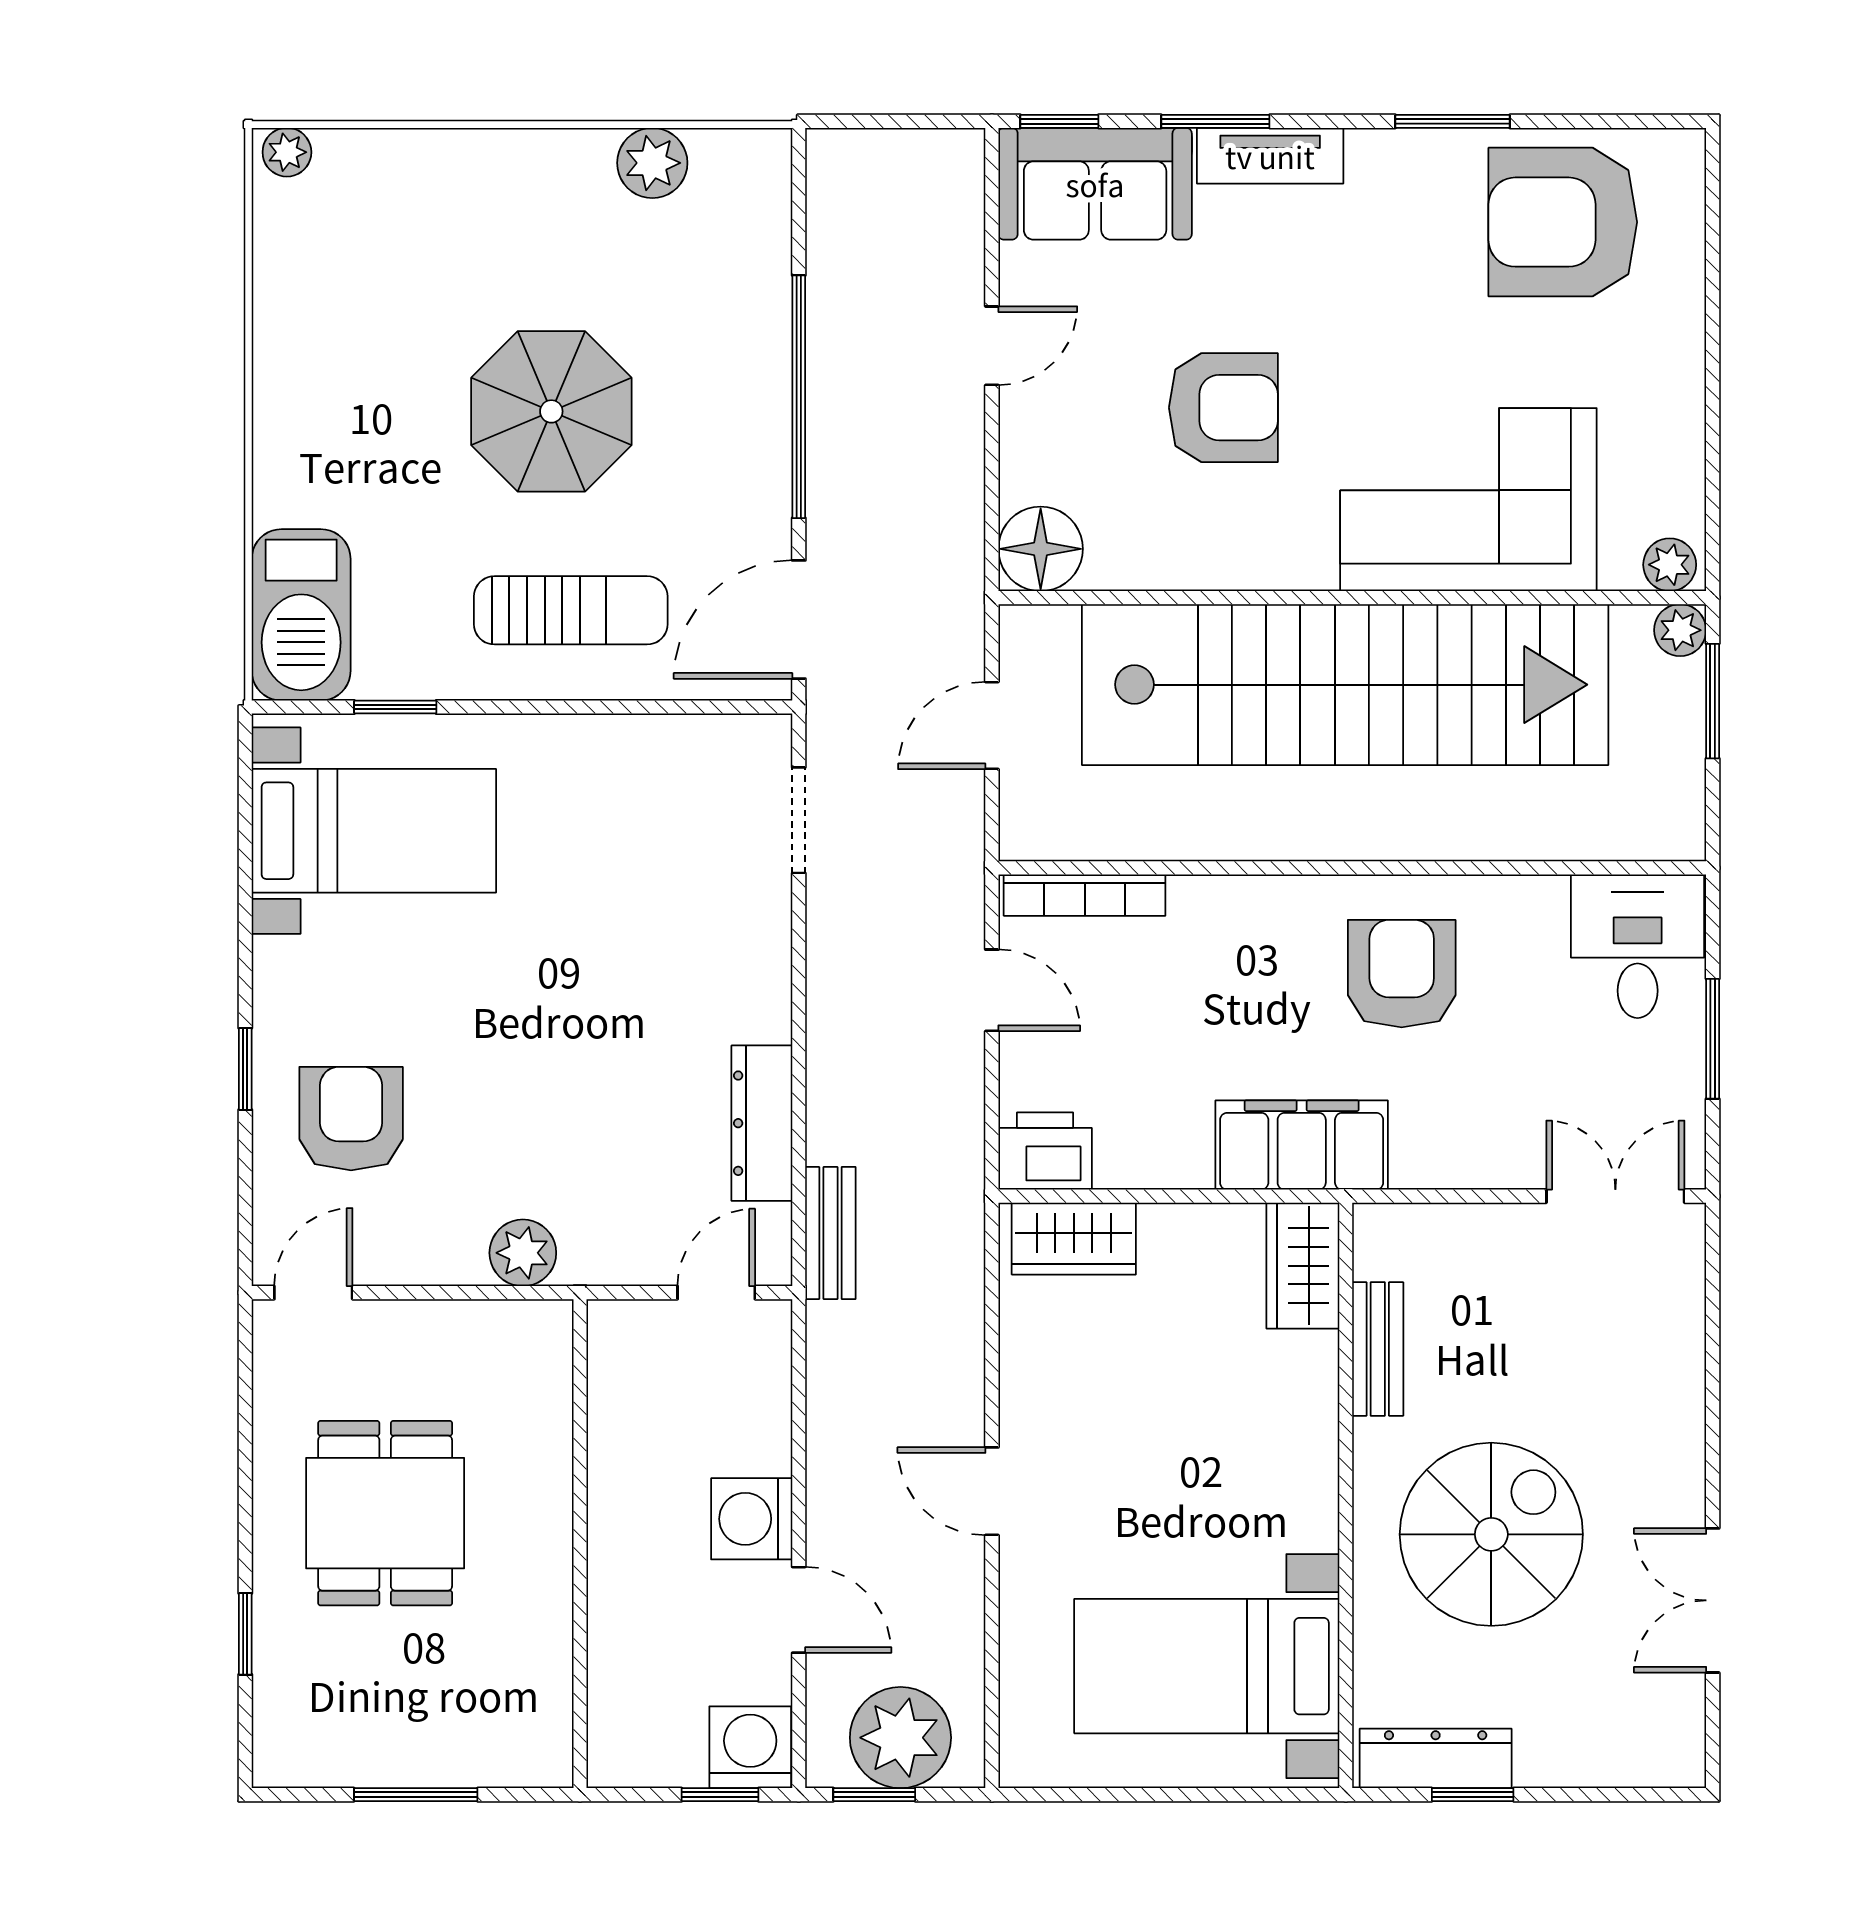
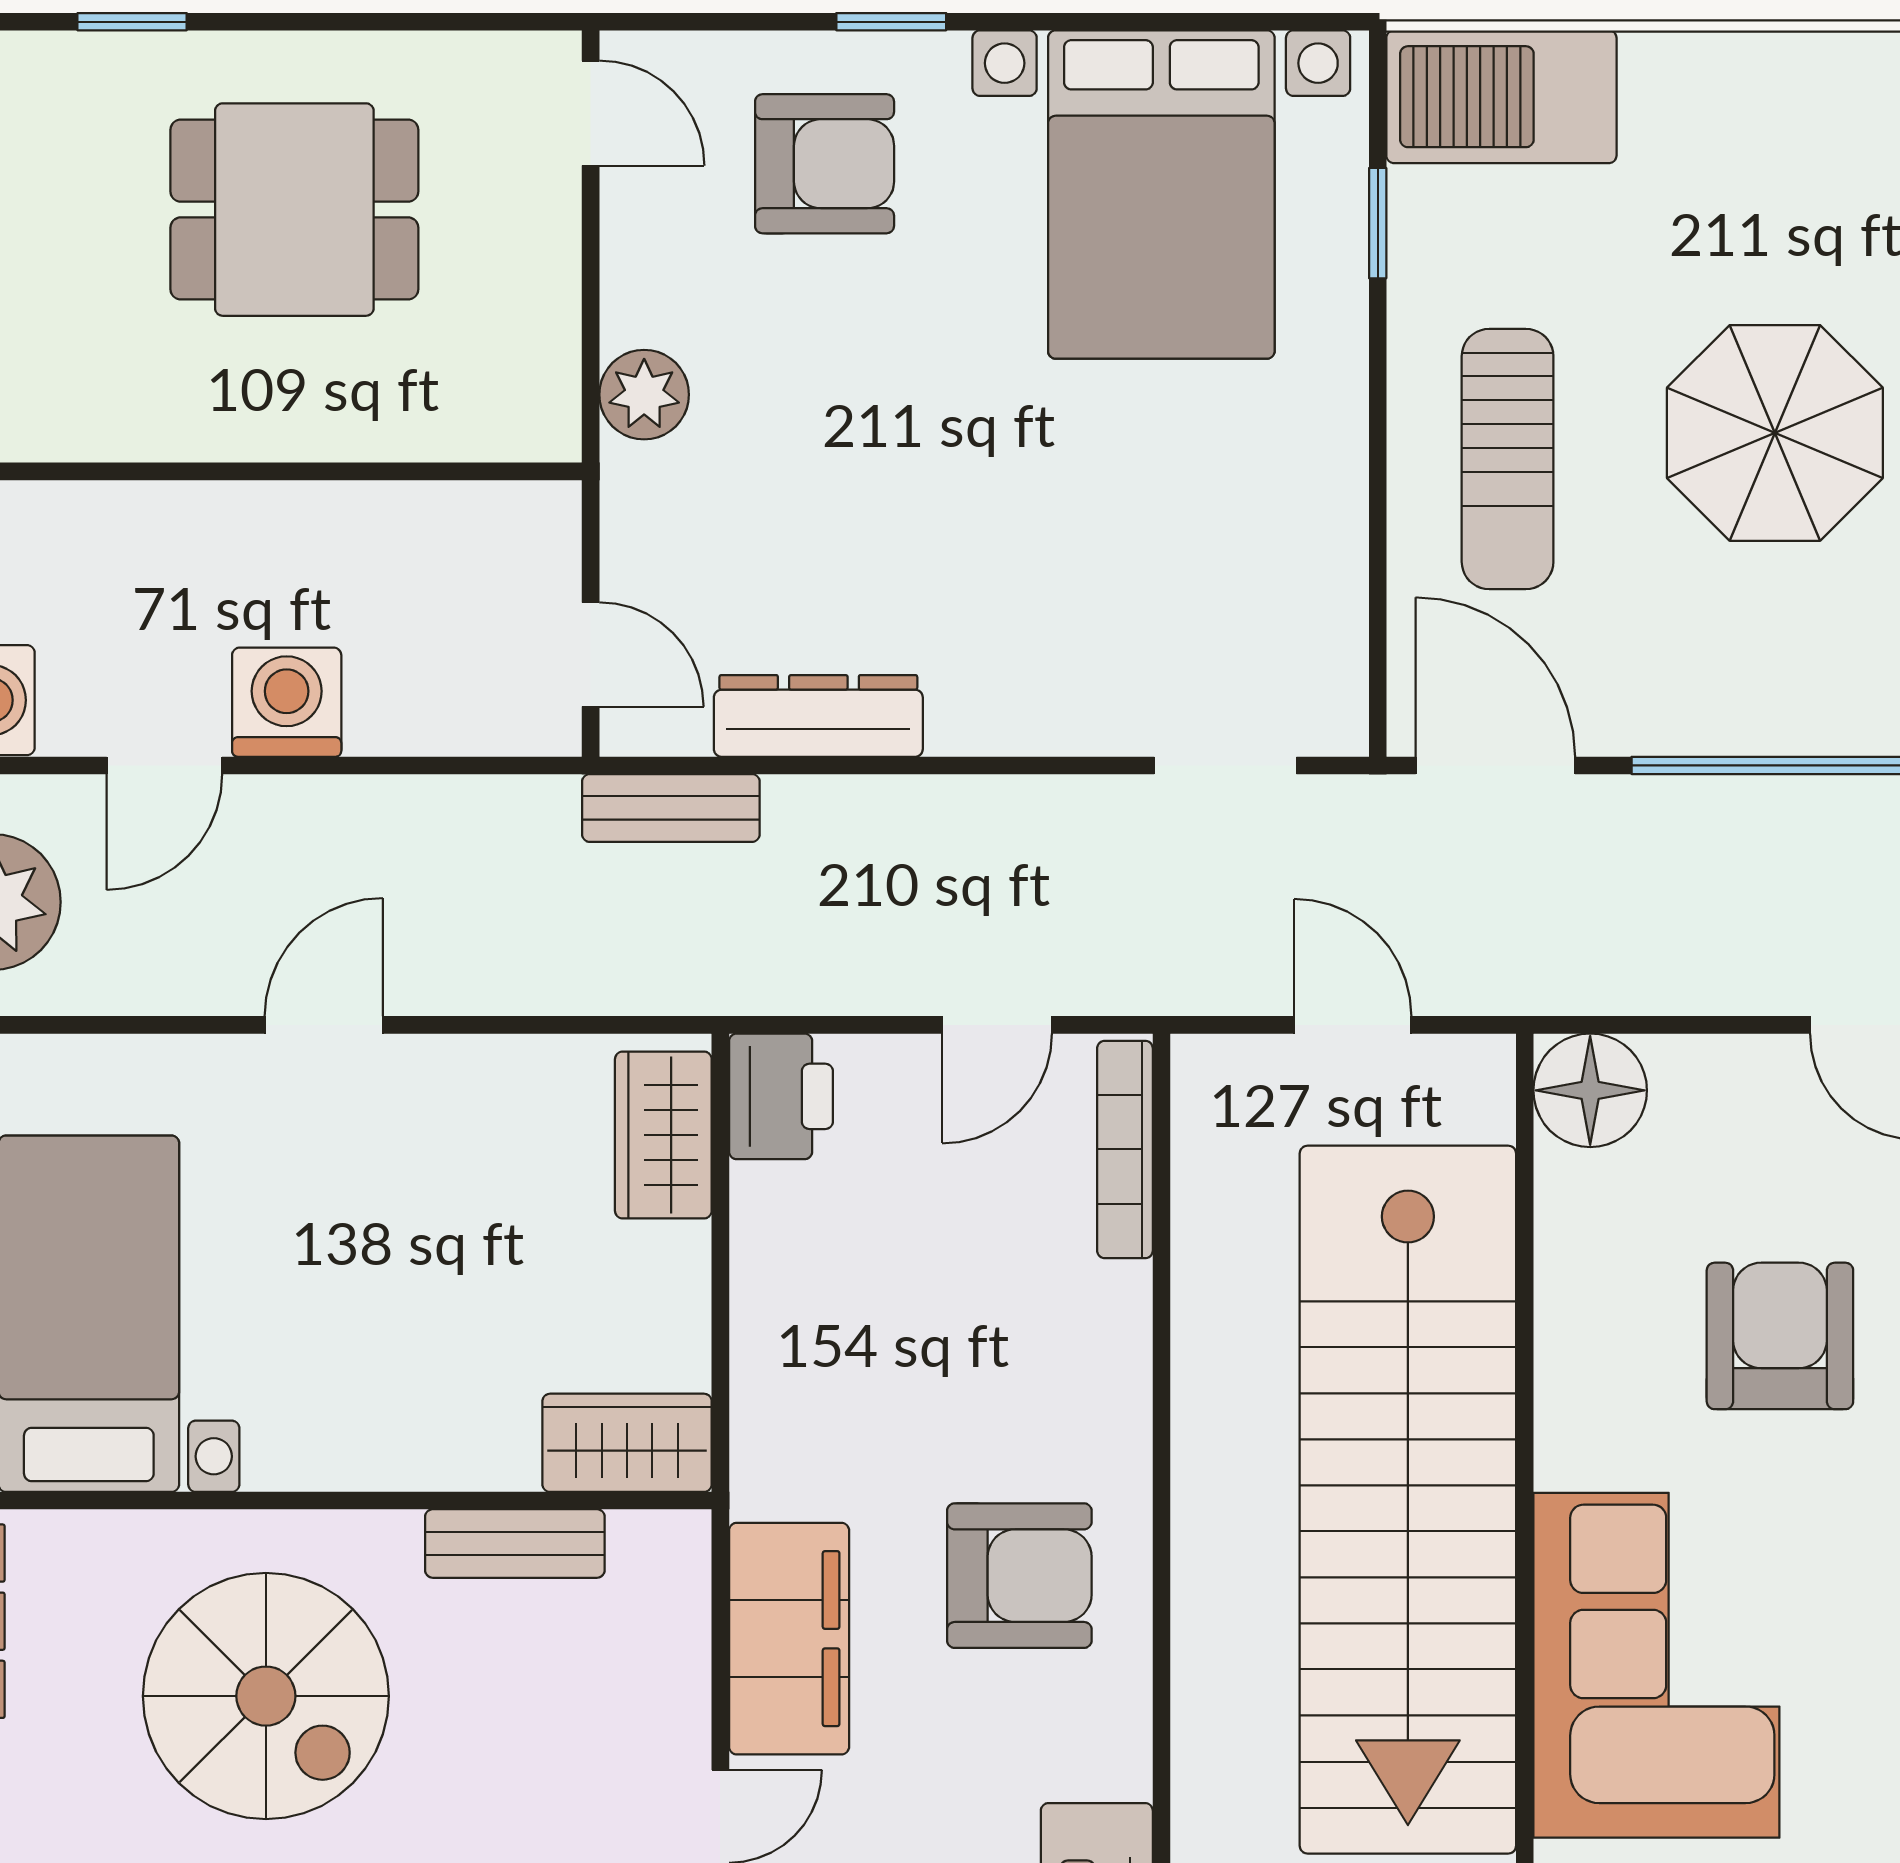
armchair: (1223, 408) -> (1780, 1336), turned 180
bed with nightstands: (374, 831) -> (1161, 195), width x1.36
filing cabinet: (1302, 1145) -> (789, 1639), moved

